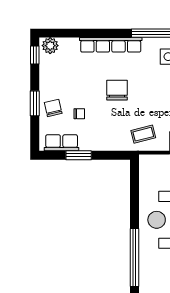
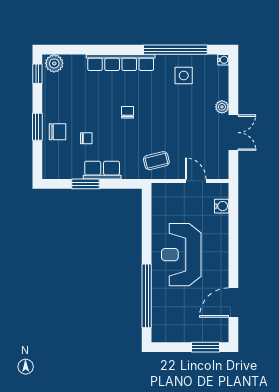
chair: (117, 90) -> (128, 112), width x0.54, depth x0.54
chair: (53, 108) -> (58, 132), turned 103
row of seats: (62, 143) -> (102, 170), moved

